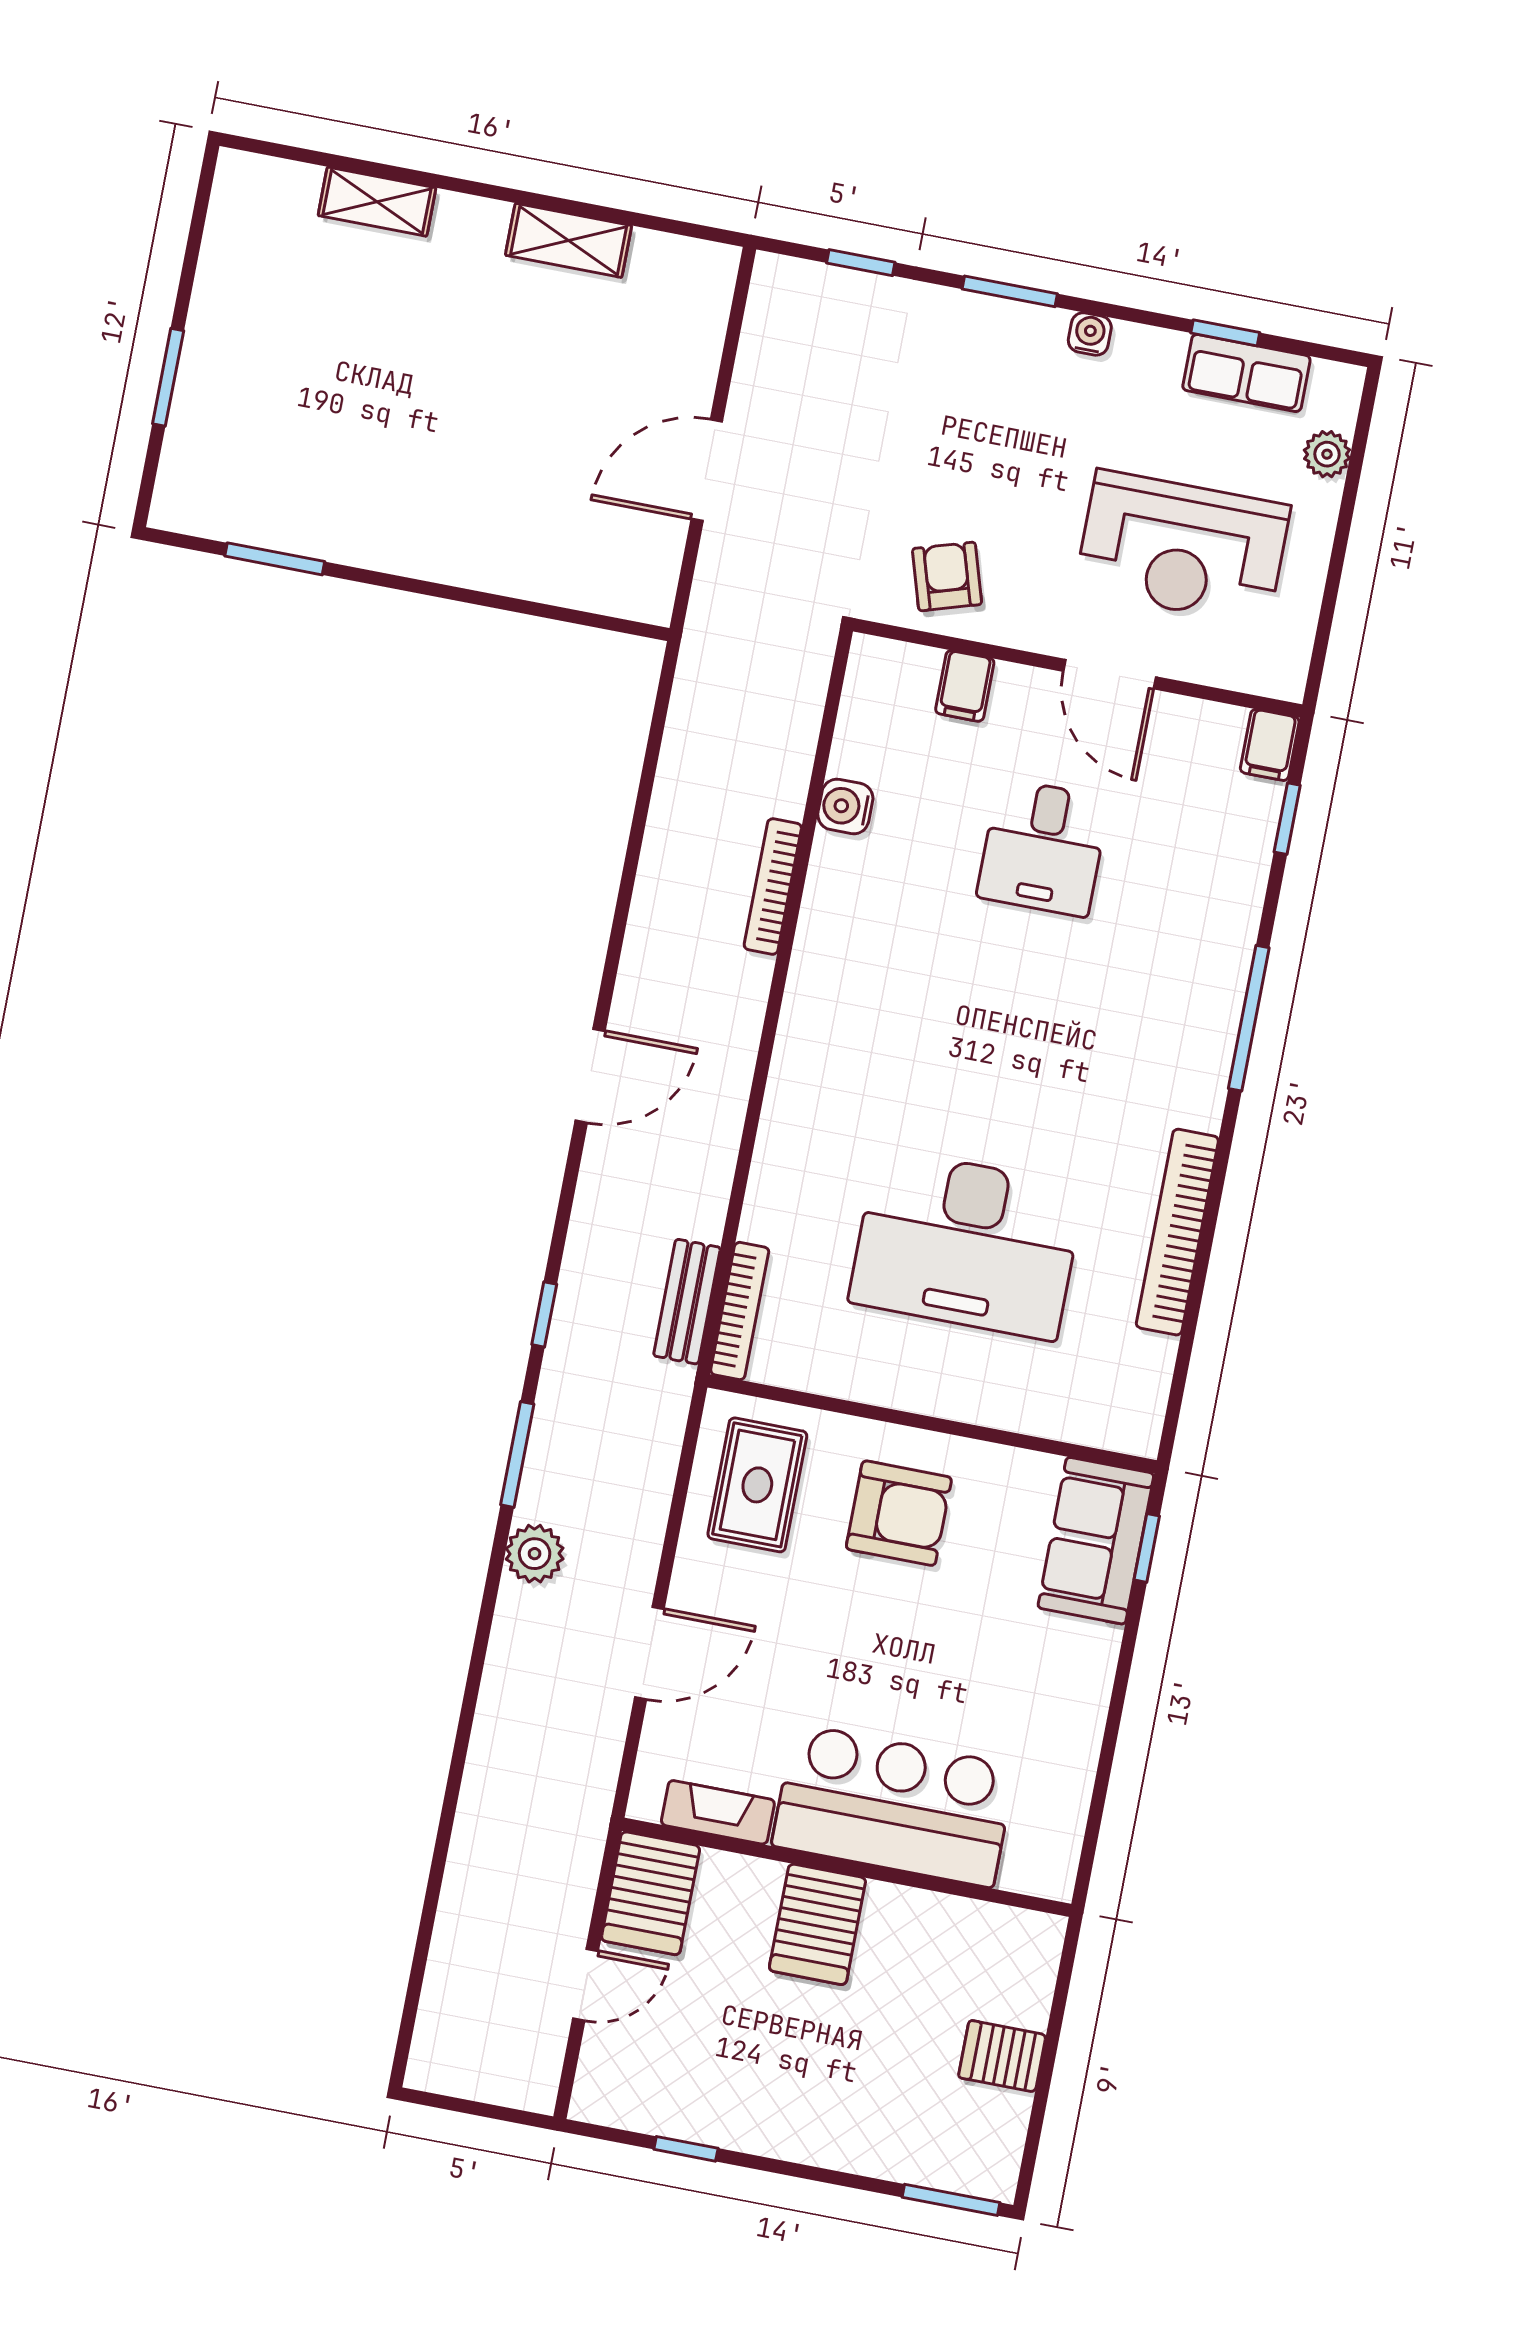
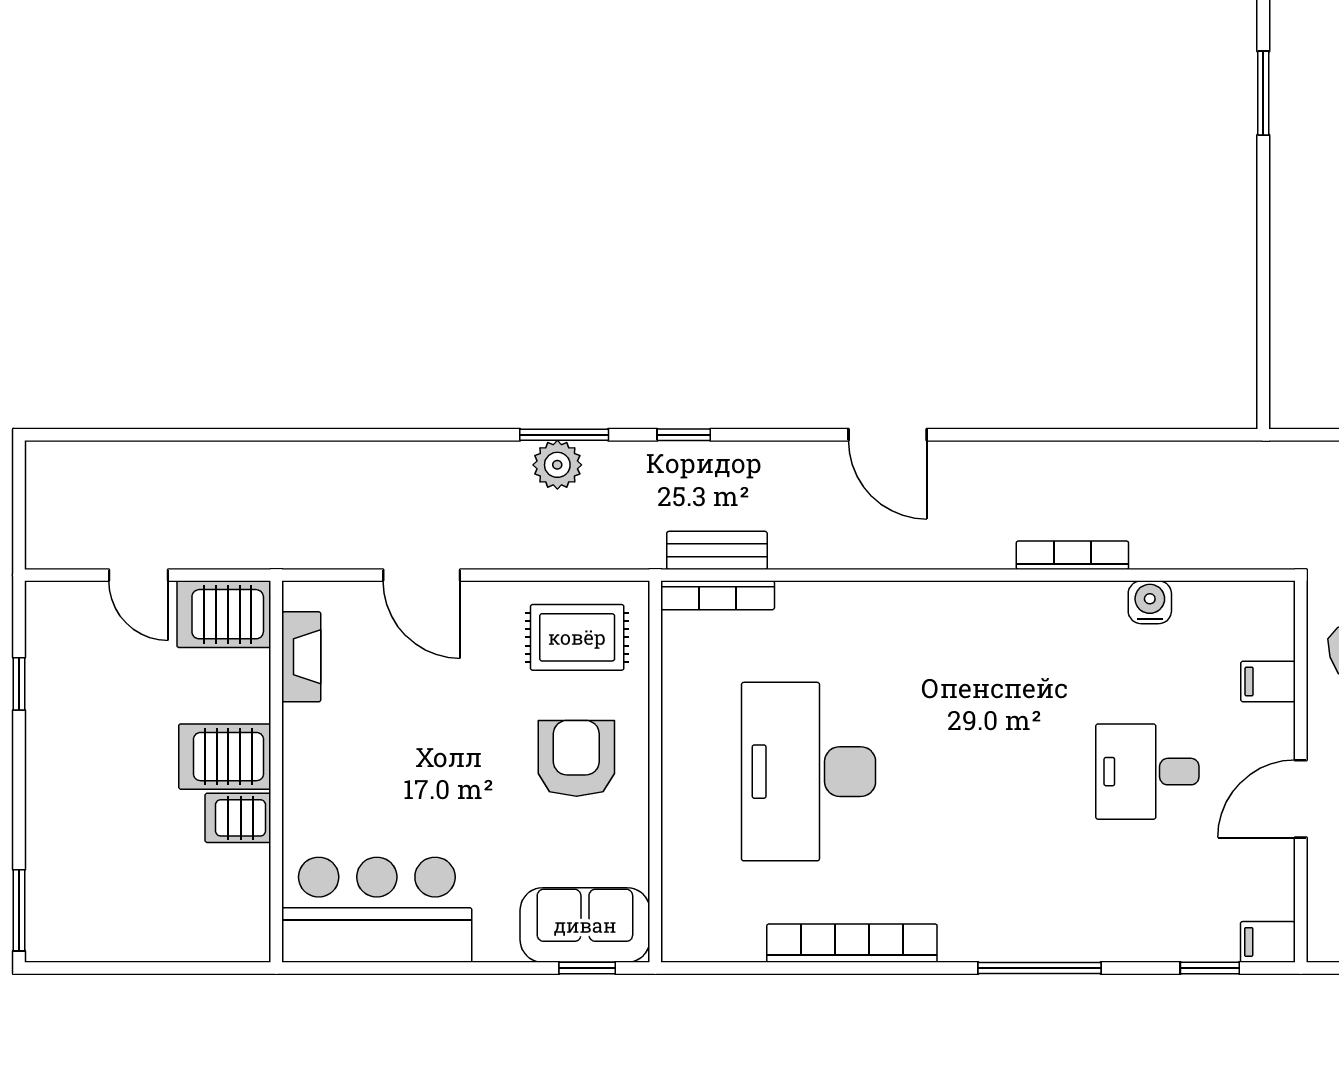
armchair: (899, 1513) -> (576, 758), turned 180
plant: (535, 1554) -> (557, 465), moved
bar counter: (894, 1806) -> (377, 910), moved, turned -90
server rack: (1002, 2056) -> (238, 818), moved, turned -90

